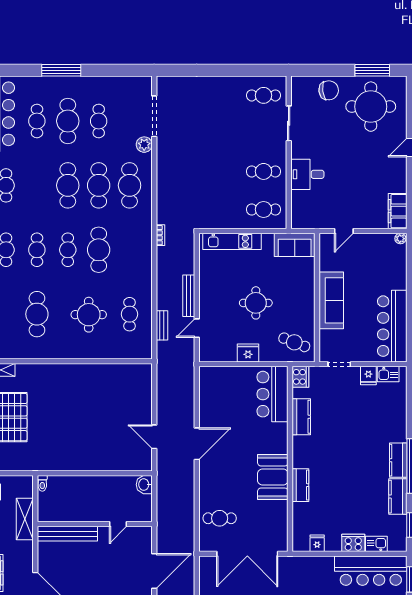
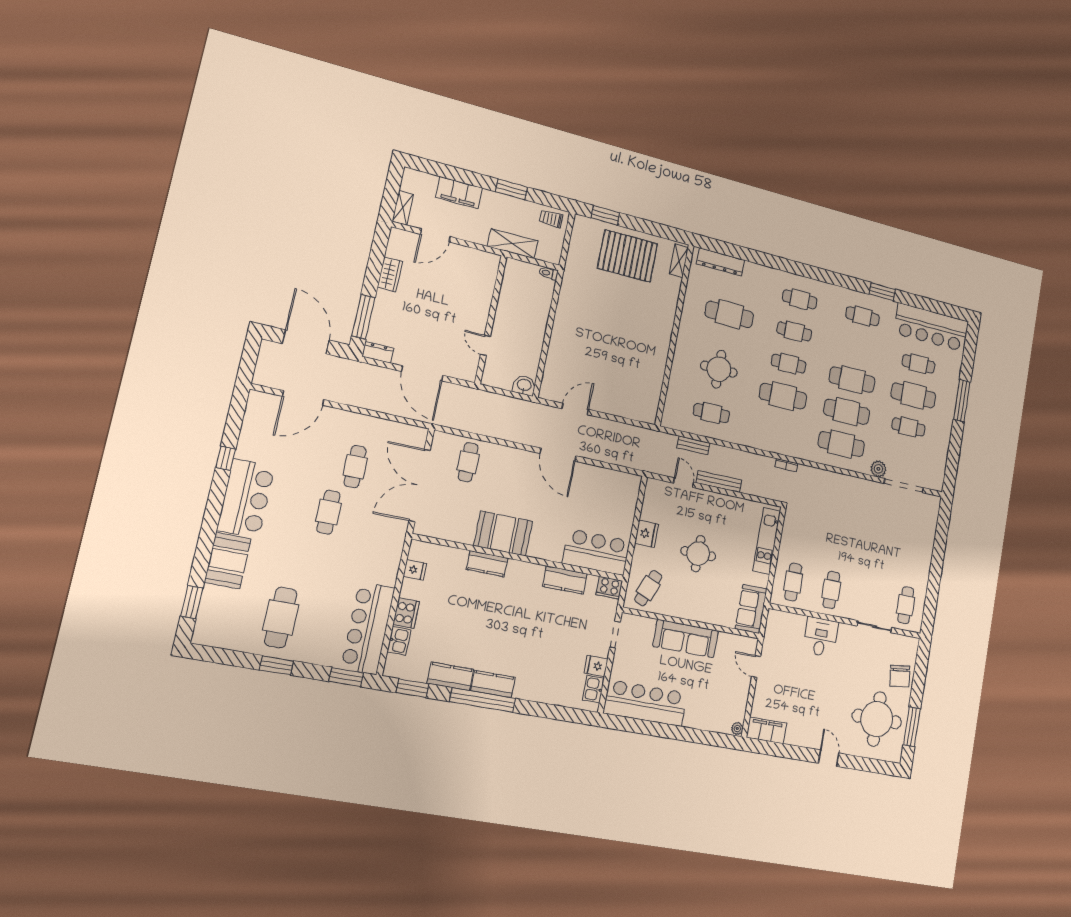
bench: (67, 534) -> (486, 286), removed

